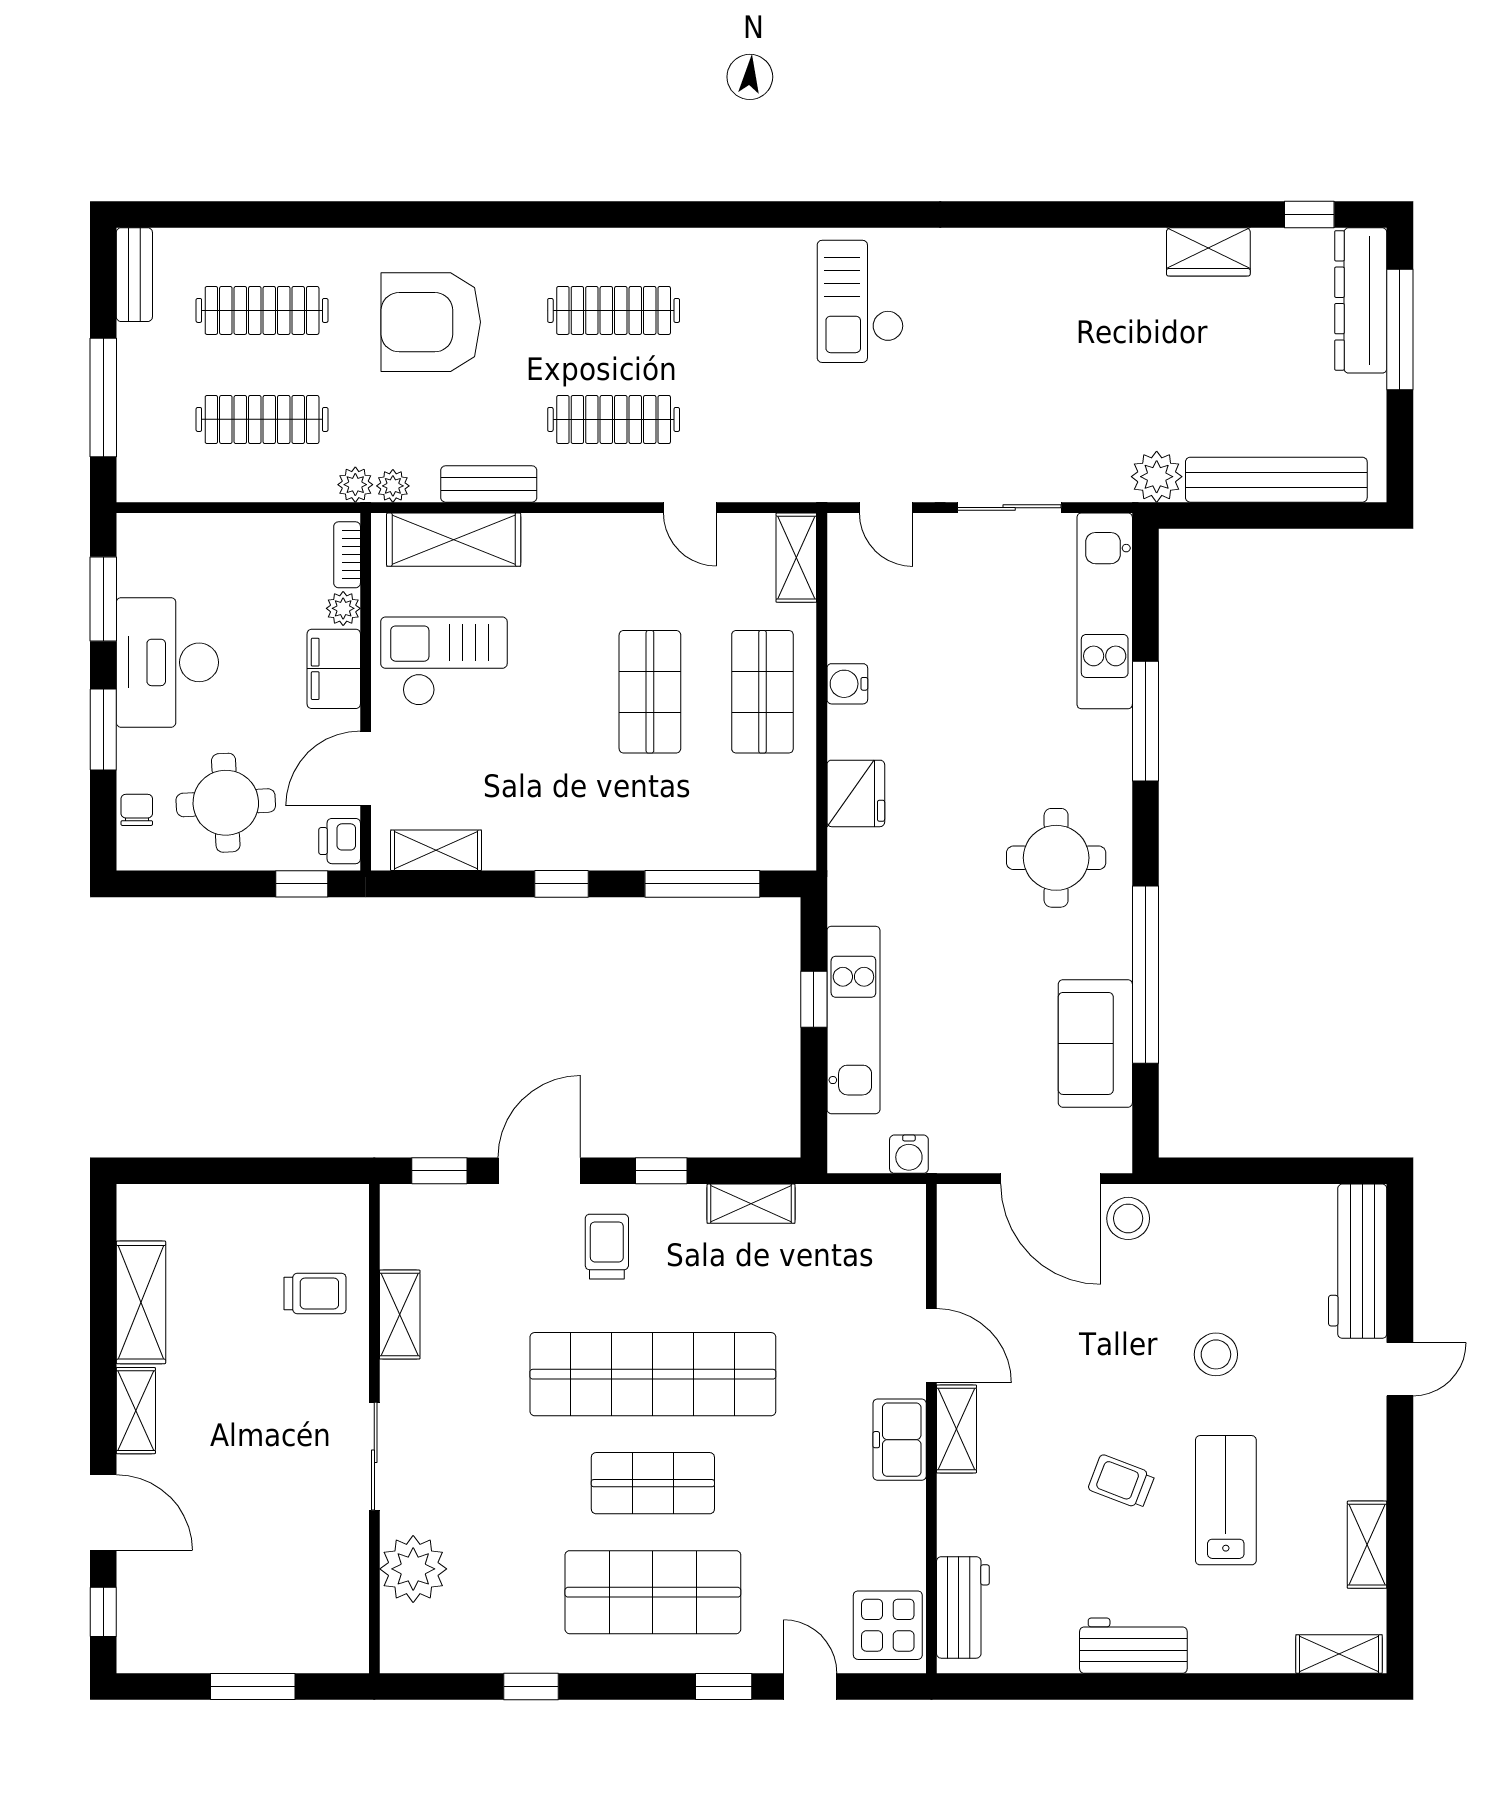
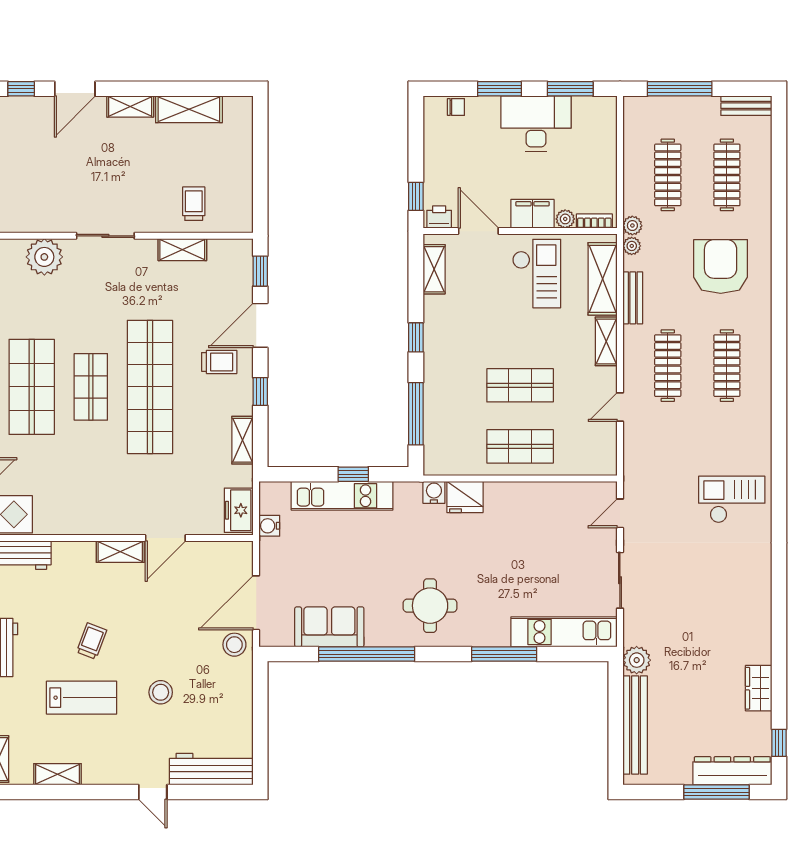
shelving: (796, 558) -> (606, 341), moved, turned 90
water cooler: (847, 684) -> (434, 492), moved
round table: (226, 803) -> (460, 155), removed
door: (539, 1171) -> (260, 325), swing flipped
trolley: (315, 1293) -> (194, 204), turned 180
freezer: (900, 1440) -> (239, 510), moved, turned -90

